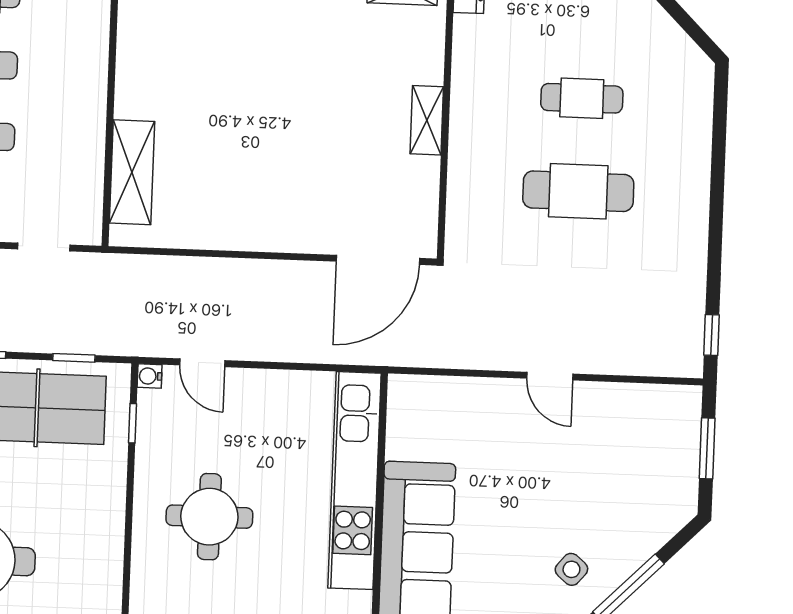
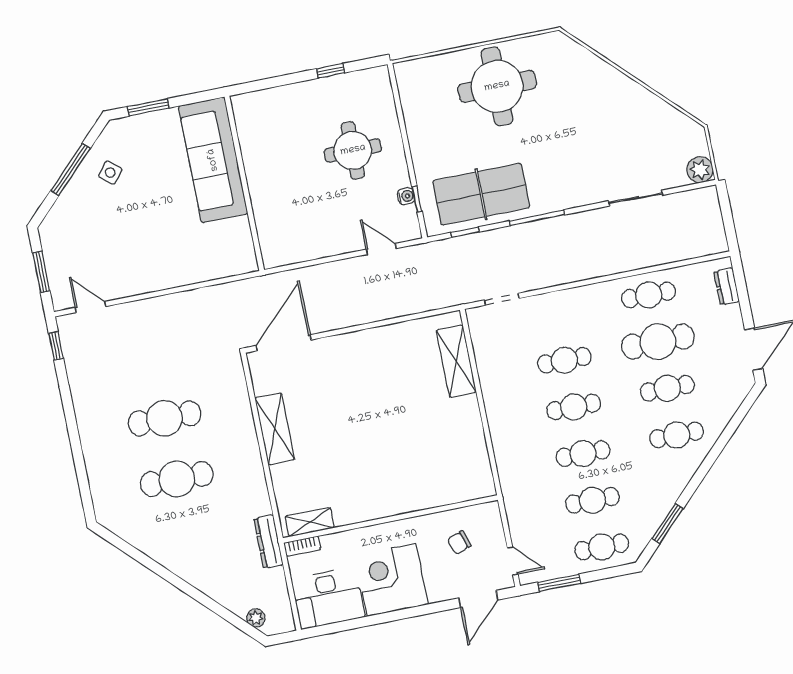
cafe table: (582, 98) -> (177, 479), width x1.37, depth x1.35
shelving: (427, 120) -> (275, 429), width x1.50, depth x1.33
water cooler: (150, 376) -> (406, 196), moved
door: (550, 376) -> (91, 307), moved
kitchen unit: (355, 481) -> (264, 196), removed

